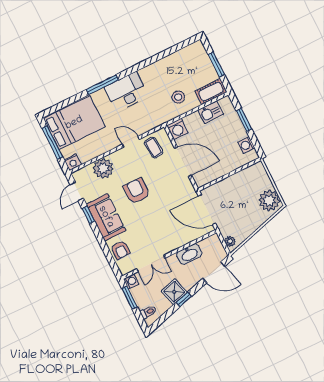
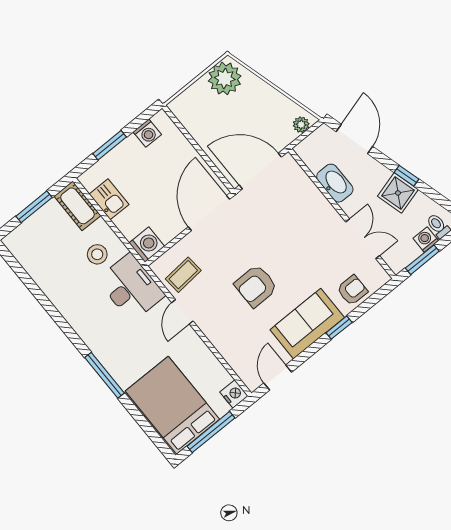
desk: (126, 92) -> (131, 288), moved, turned 180
door: (183, 162) -> (209, 213), moved
plant: (103, 168) -> (233, 345), removed
door: (77, 192) -> (278, 378), swing flipped
door: (207, 210) -> (260, 171), swing flipped
window: (88, 215) -> (339, 328), moved
washing machine: (131, 281) -> (426, 240), moved

